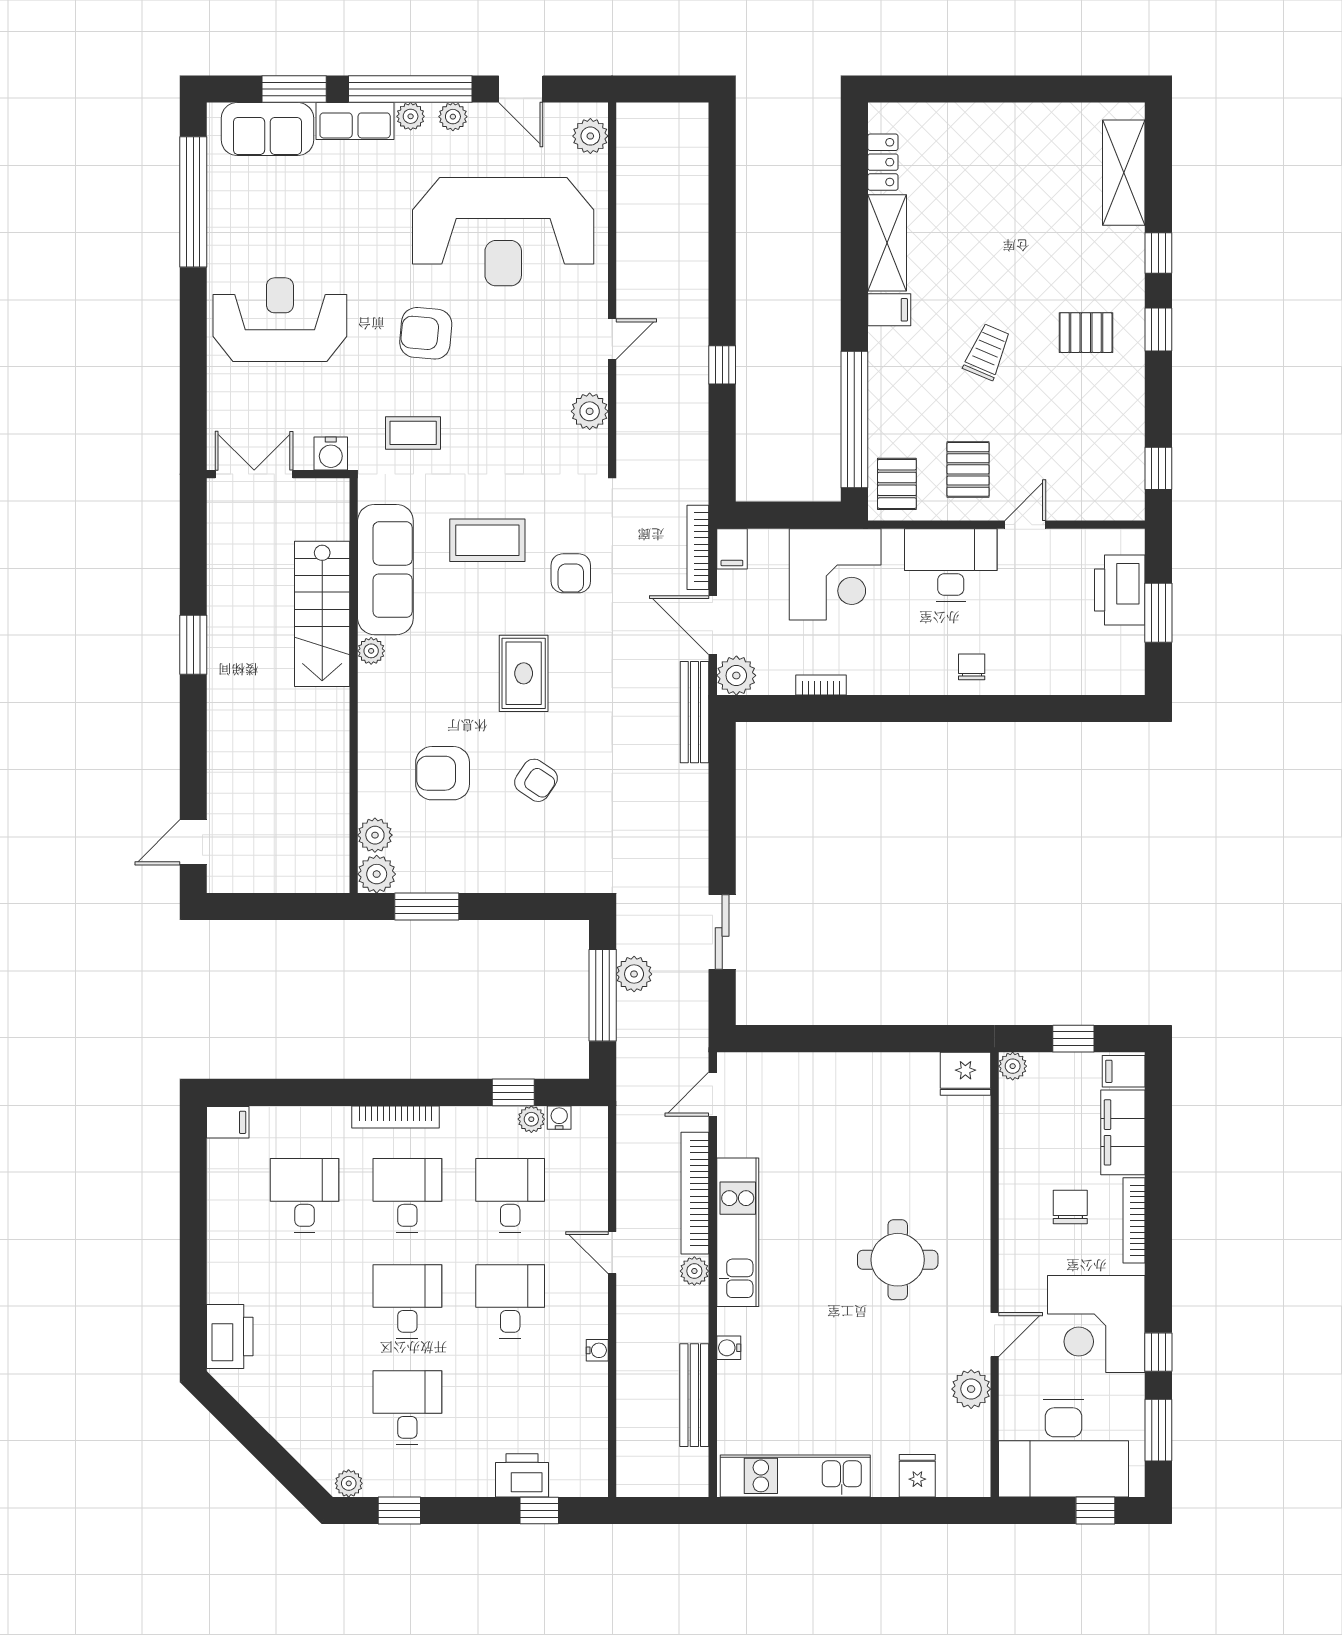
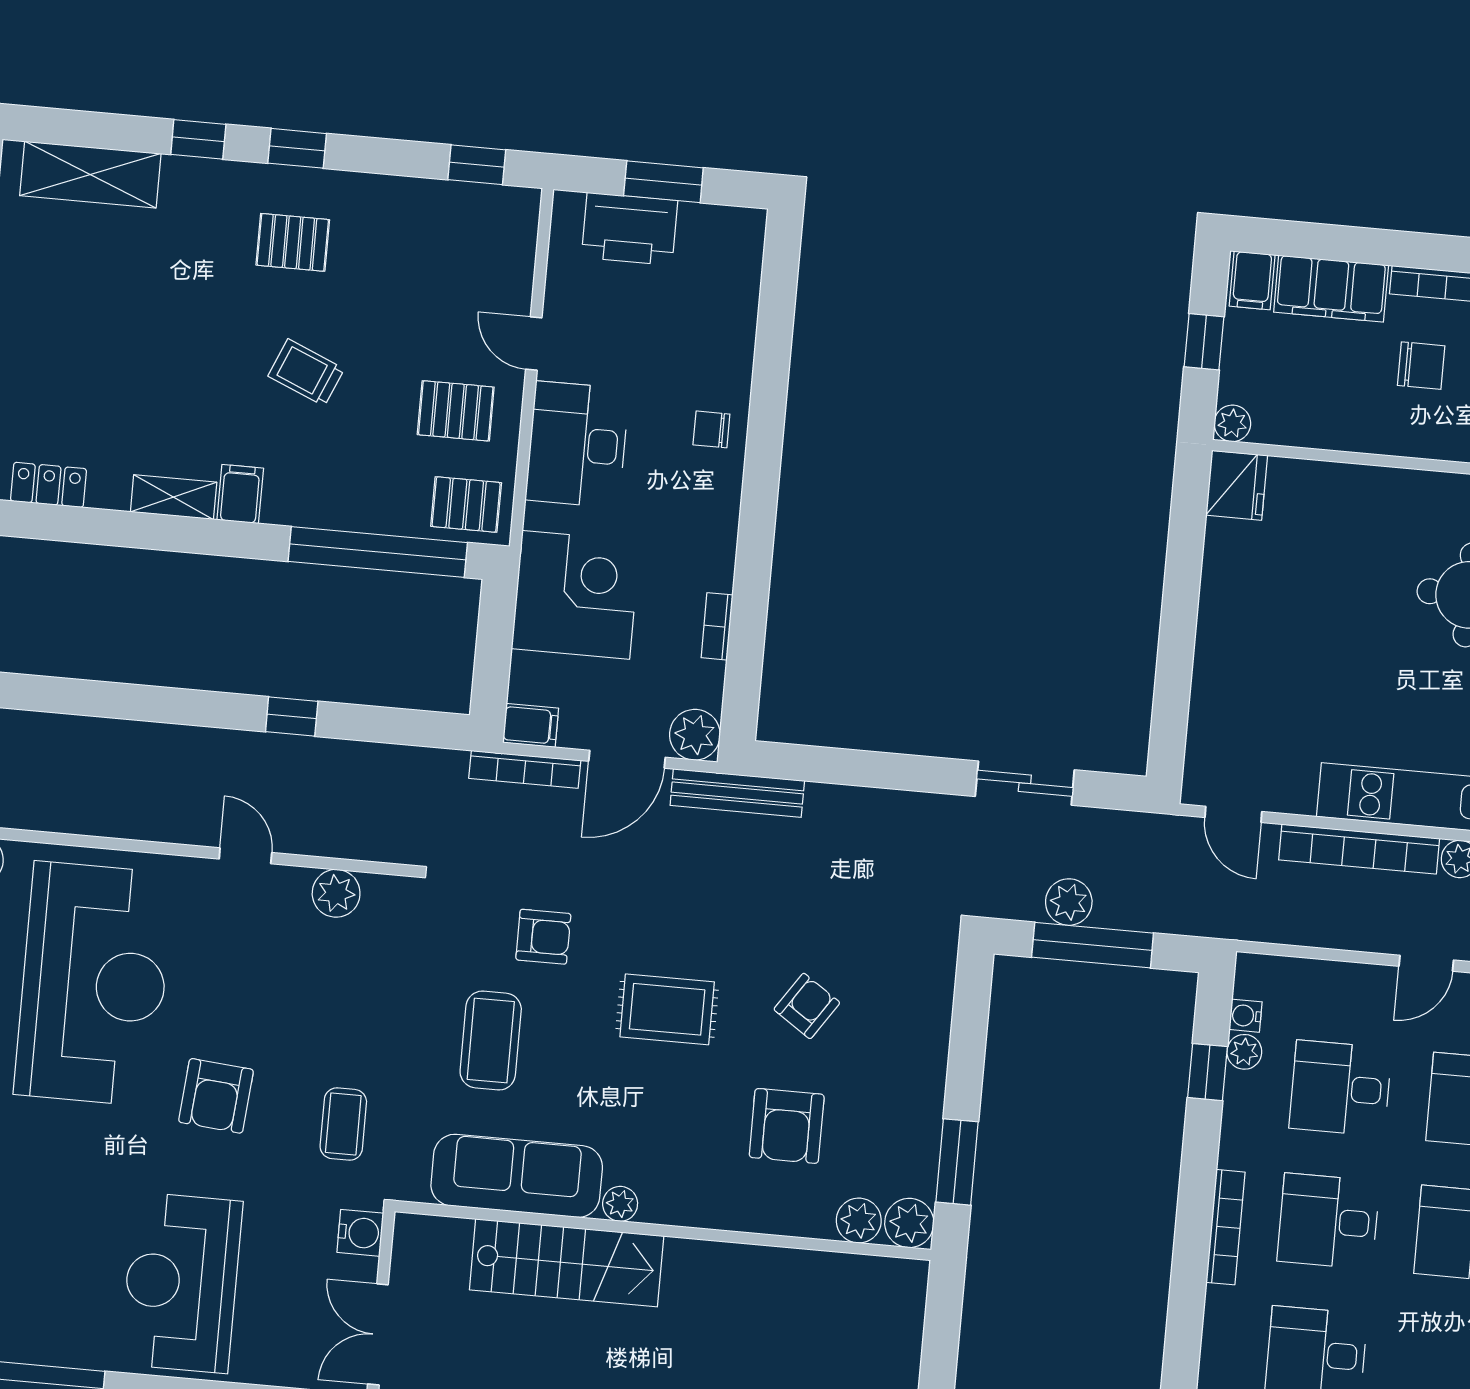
shelving: (887, 243) -> (174, 497), width x0.67, depth x0.75
pallet: (1086, 333) -> (293, 242), turned 90
chair: (1070, 1207) -> (1421, 366), turned 180

